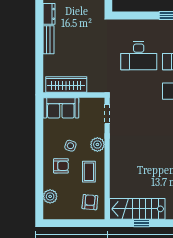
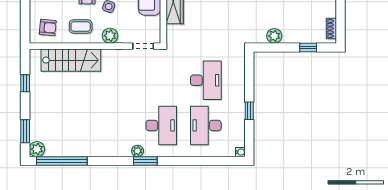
desk: (139, 56) -> (206, 80), turned 180
stairs: (137, 209) -> (71, 60), moved, turned 90

